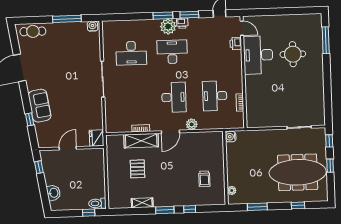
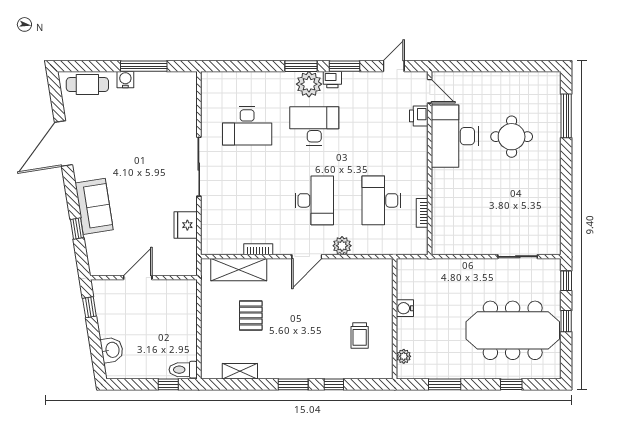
water cooler: (92, 26) -> (125, 80), moved
water cooler: (231, 137) -> (405, 308), moved
fridge: (97, 138) -> (186, 225), moved
shelving: (141, 141) -> (239, 270), moved
shelving: (142, 203) -> (240, 371), moved

